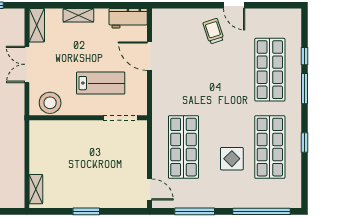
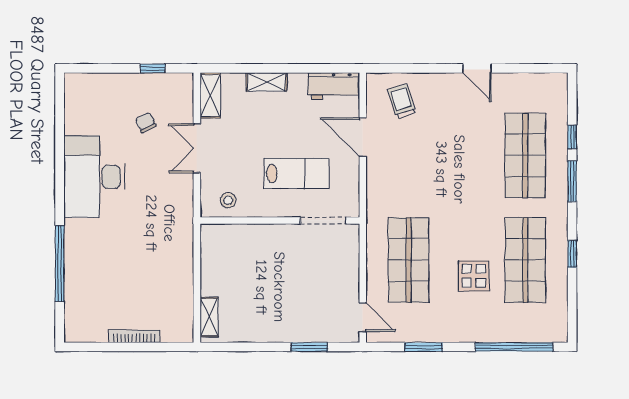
trolley: (213, 31) -> (402, 101), moved
stool: (50, 103) -> (228, 200), width x0.53, depth x0.53
window: (86, 211) -> (309, 347), moved
window: (195, 211) -> (424, 347), width x0.69

